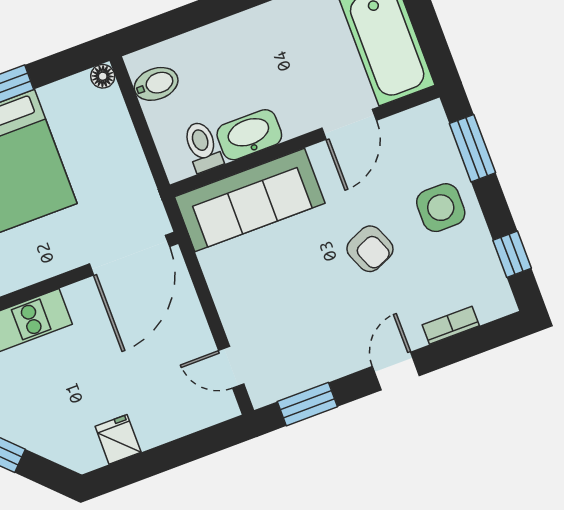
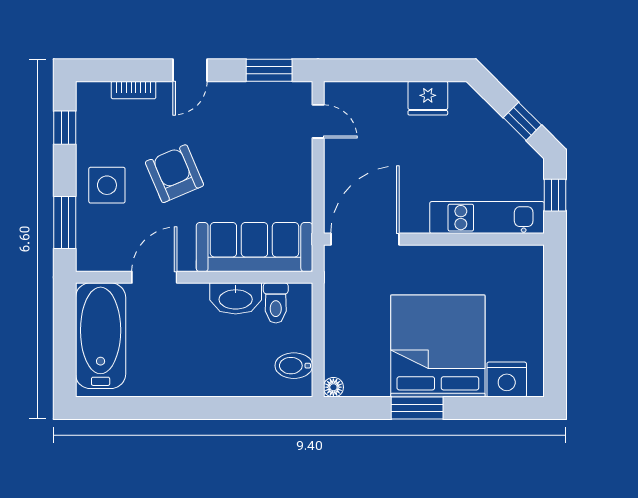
armchair: (370, 249) -> (174, 174), width x1.38, depth x1.38
fridge: (118, 439) -> (428, 98), width x1.38

